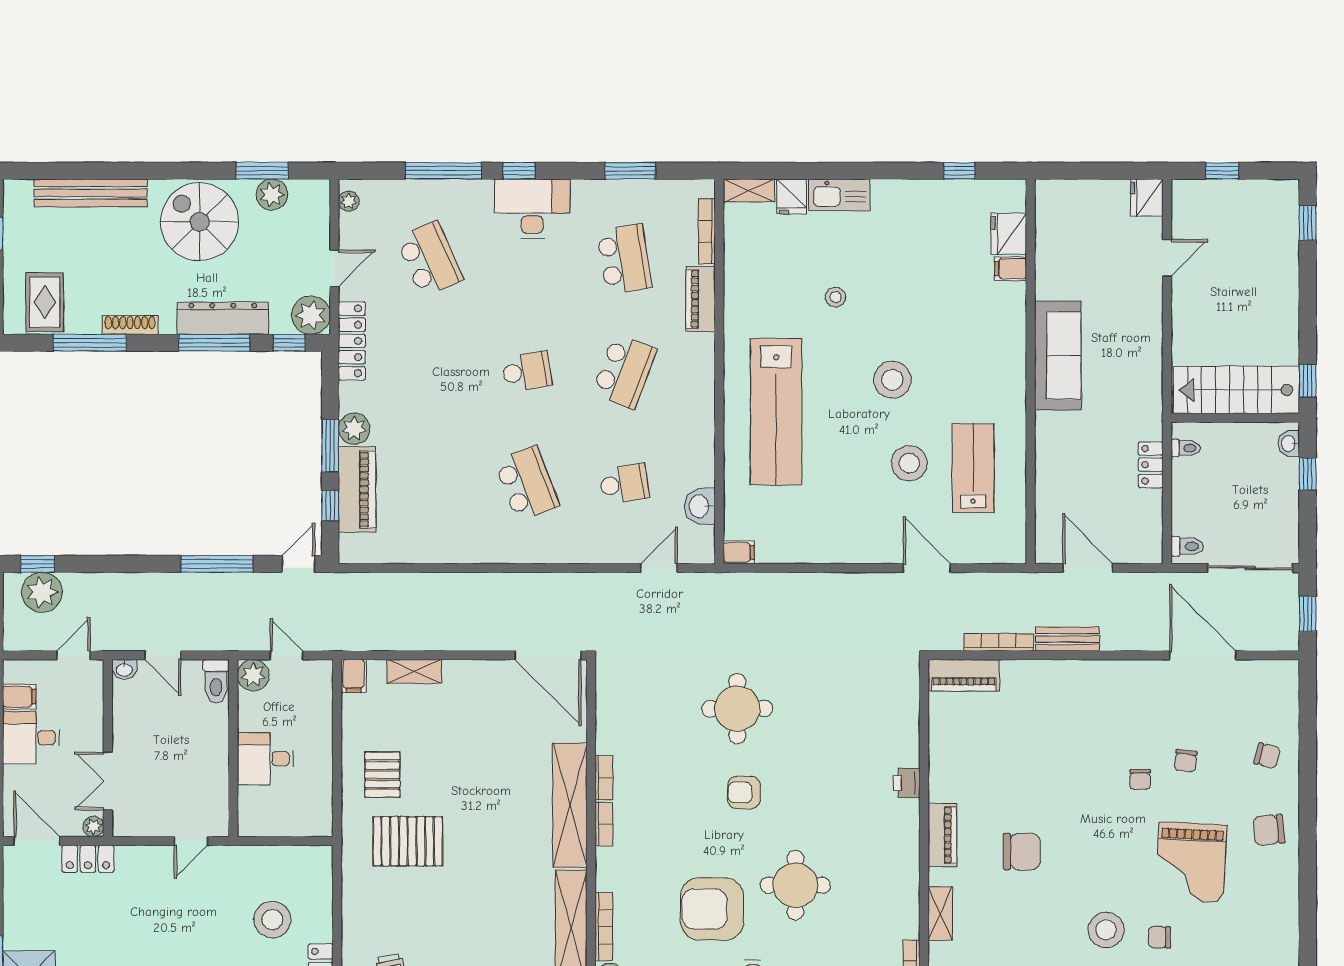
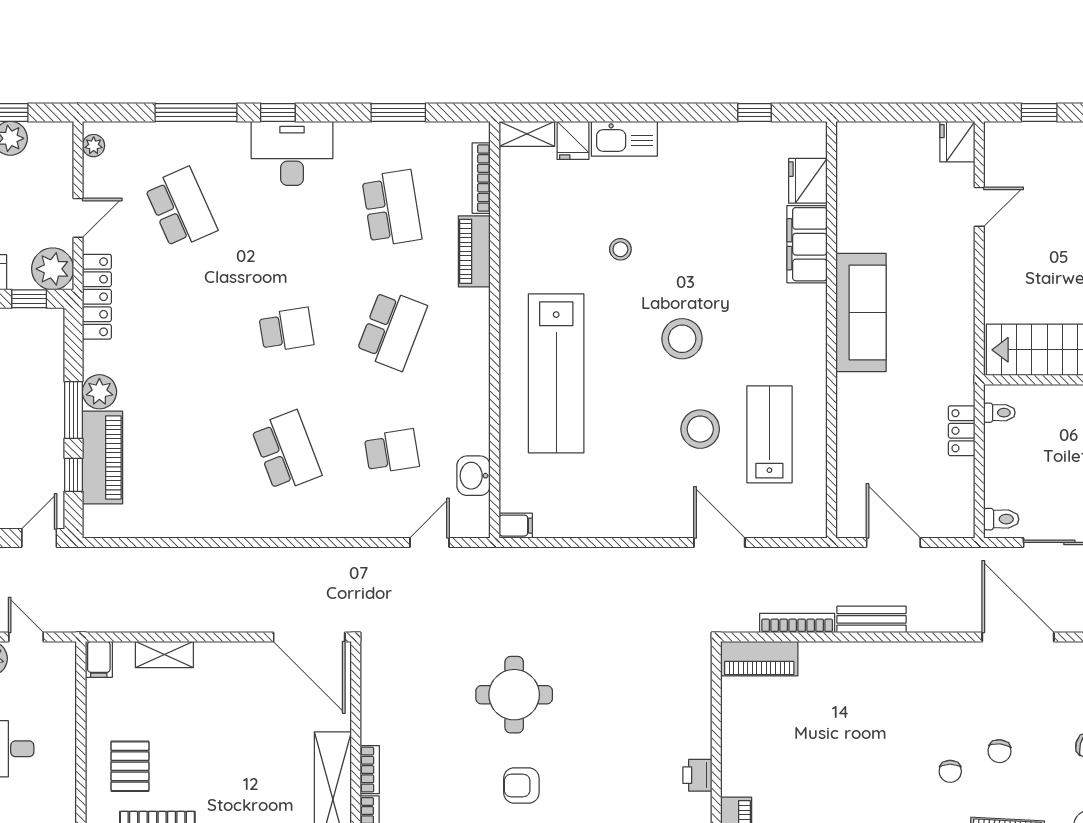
filing cabinet: (1011, 269) -> (807, 244), width x3.00, depth x1.17

